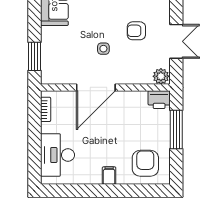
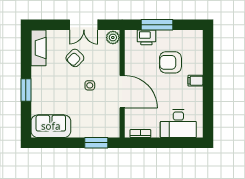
armchair: (136, 31) -> (75, 58), turned 44
double door: (176, 41) -> (84, 25), swing flipped
printer: (159, 100) -> (146, 37), moved, turned 90
armchair: (145, 163) -> (170, 62), moved

